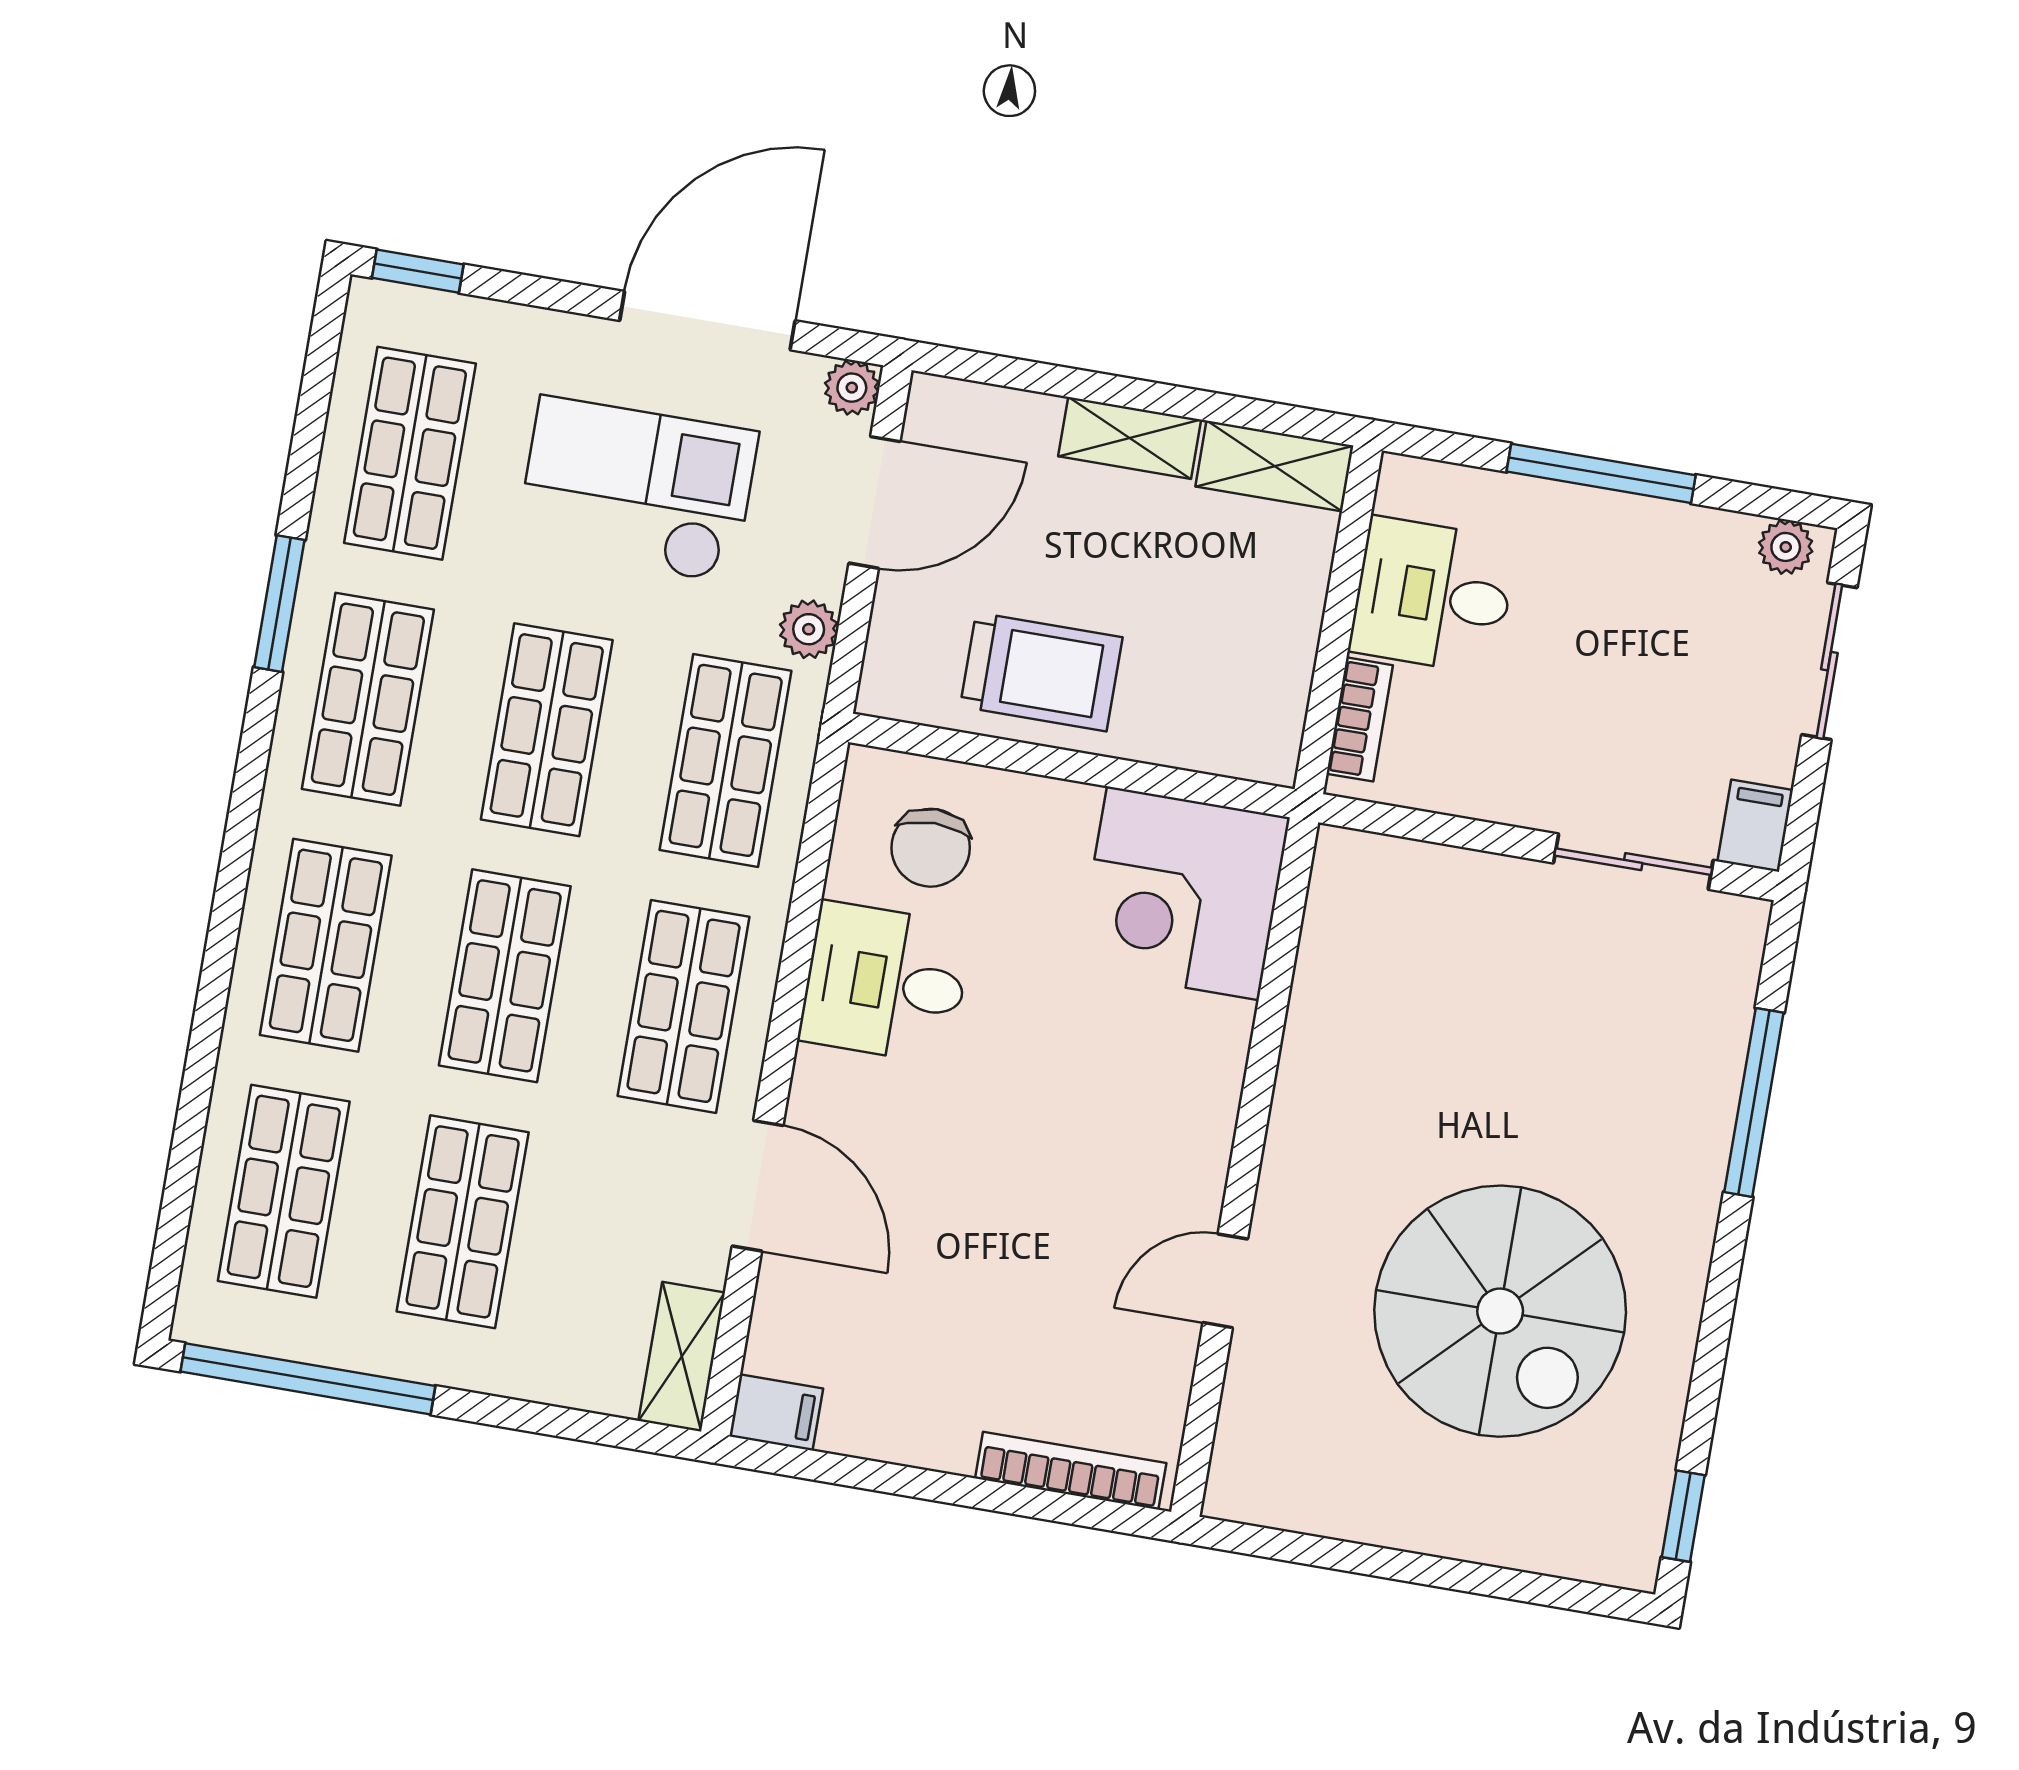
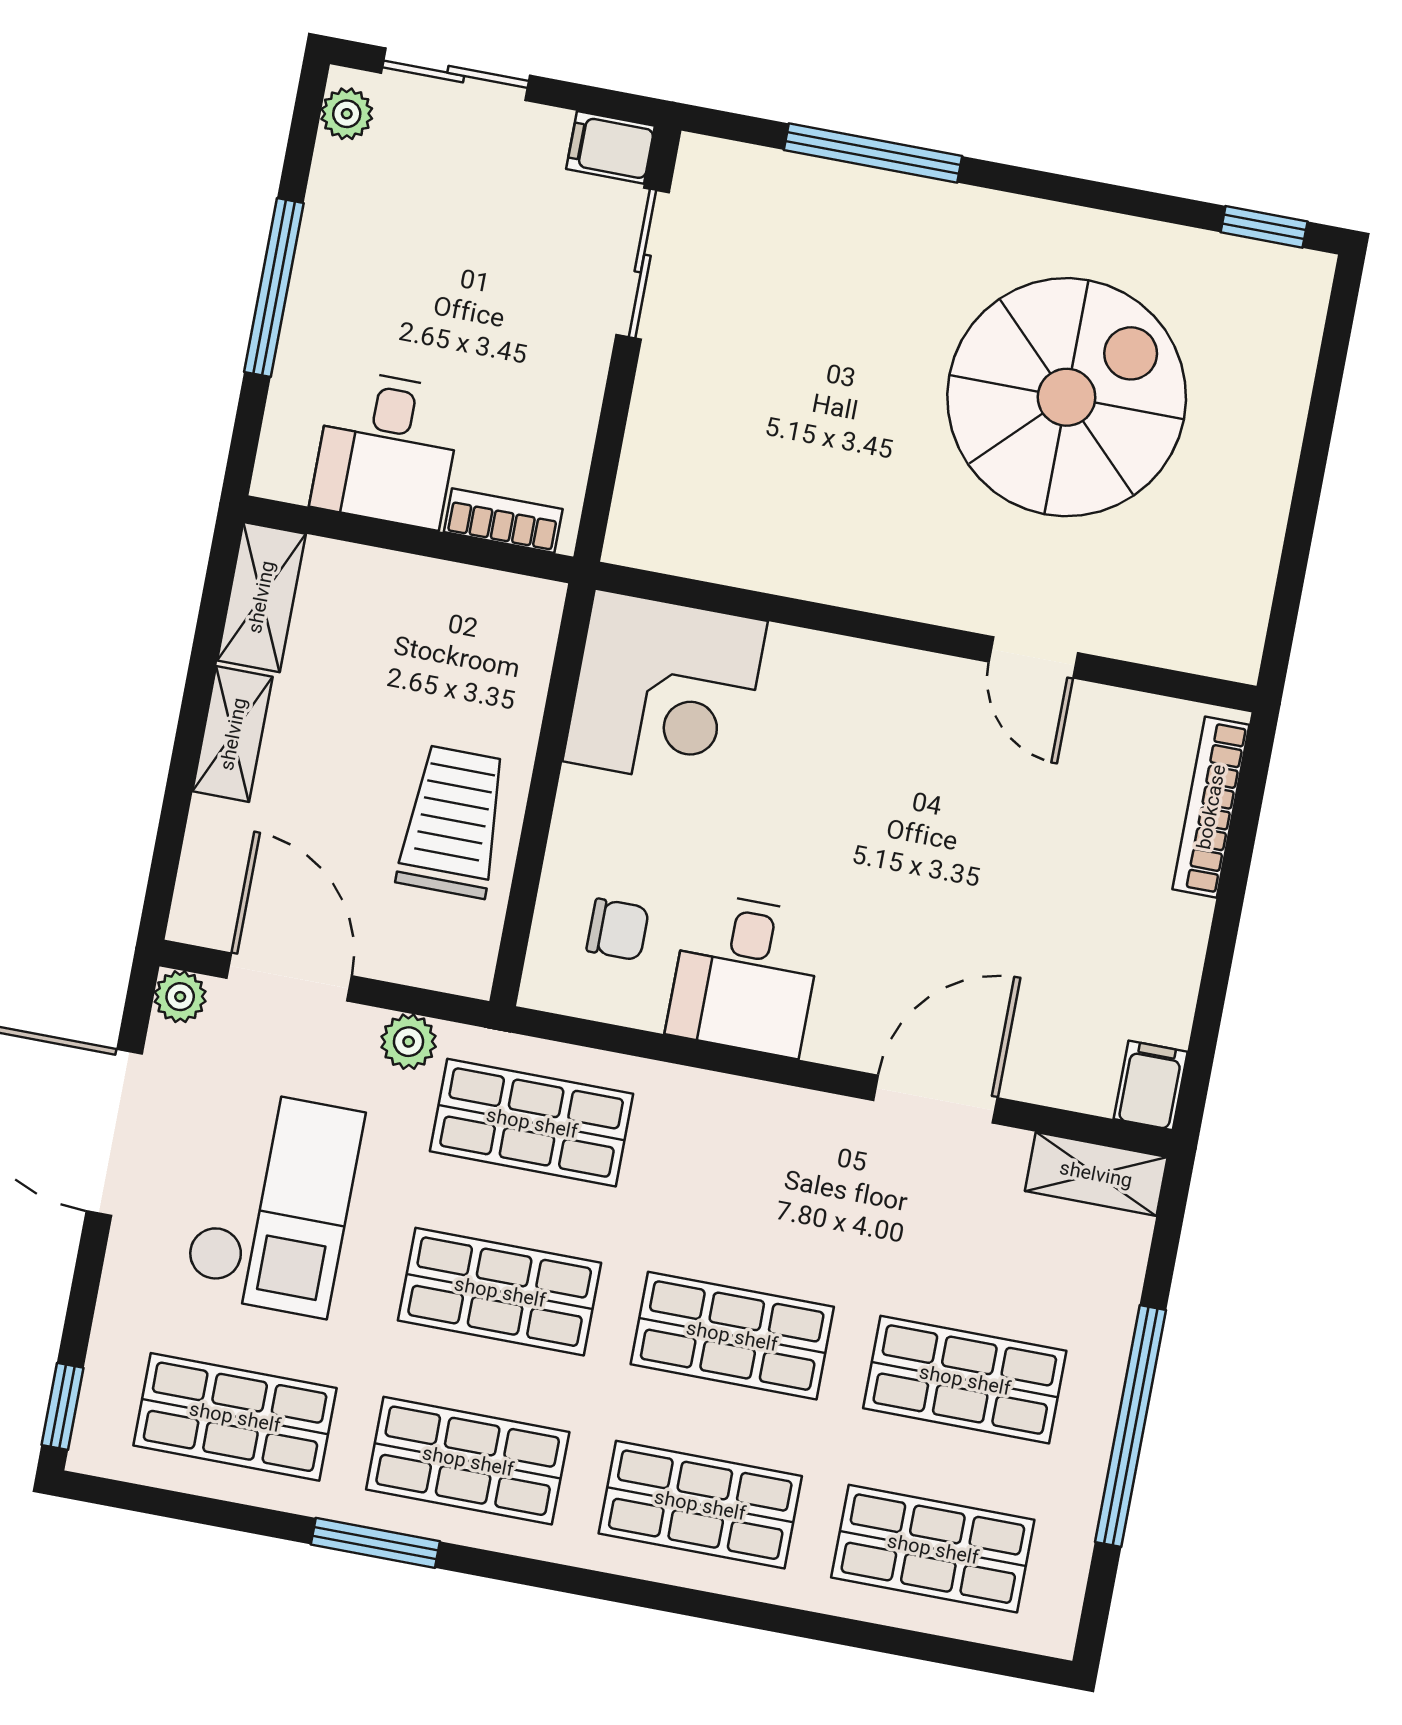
checkout: (637, 490) -> (273, 1202), turned 180
chair: (931, 848) -> (618, 930), width x0.73, depth x0.73
shop shelf: (684, 1006) -> (764, 1166), removed
window: (308, 1379) -> (1131, 1426), moved

